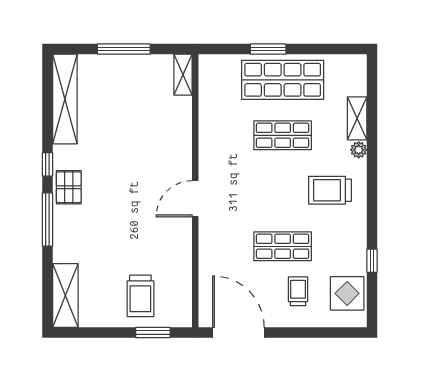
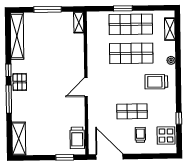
shelving: (357, 118) -> (170, 29), moved
shop shelf: (283, 135) -> (131, 53), width x1.43, depth x1.36
trolley: (140, 296) -> (77, 138), moved

